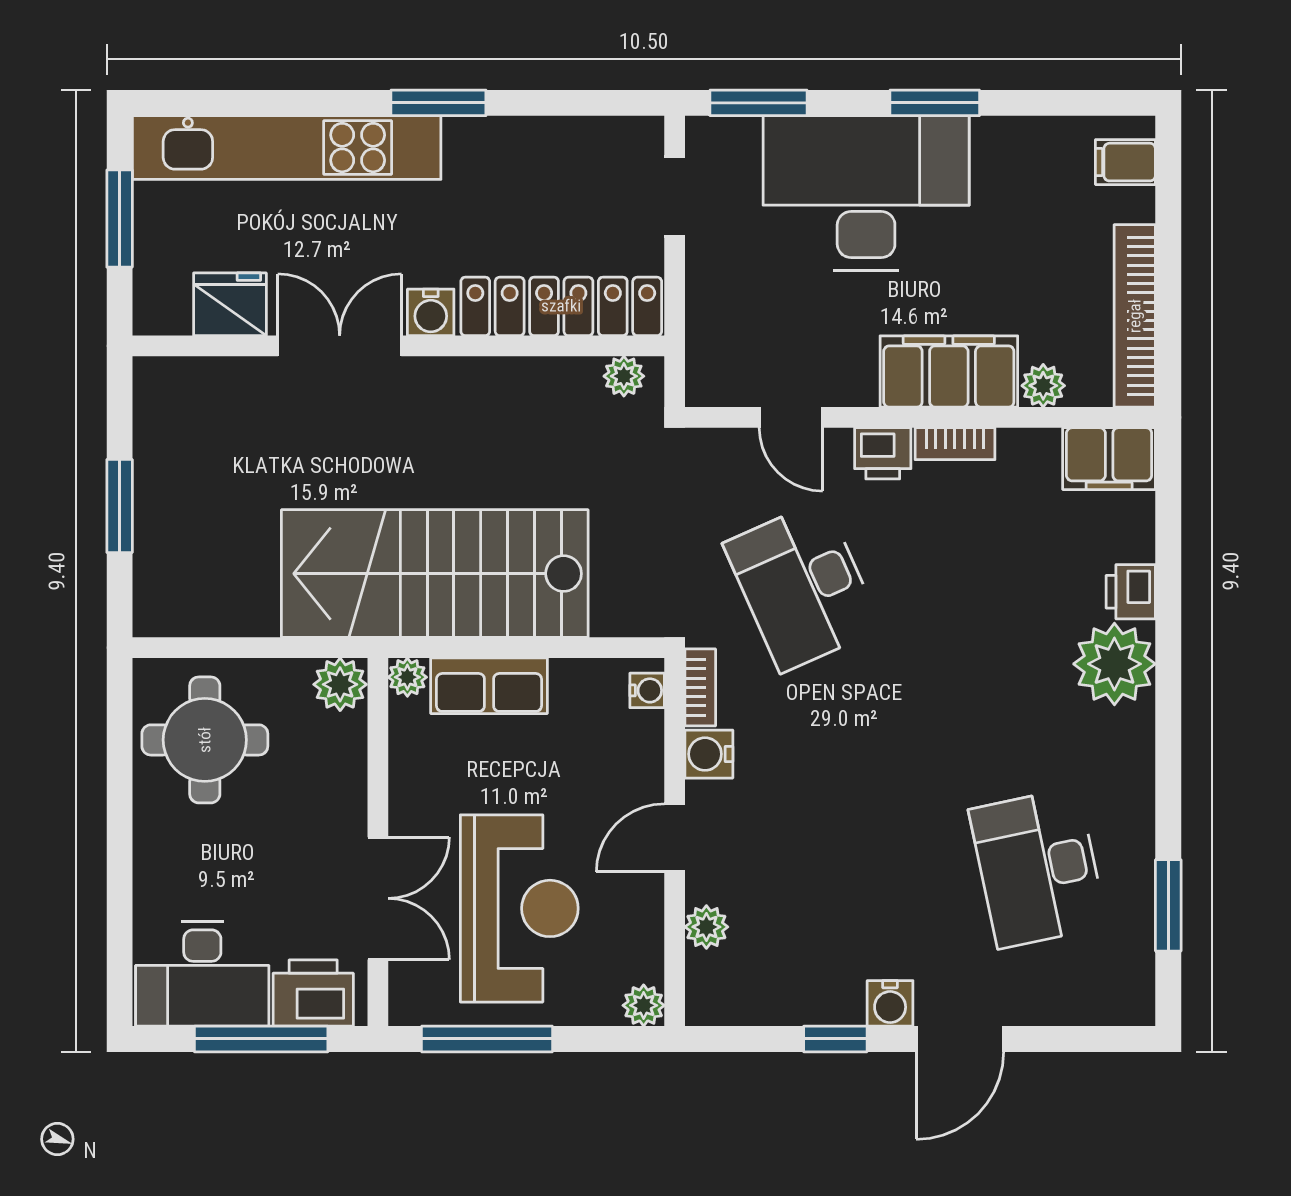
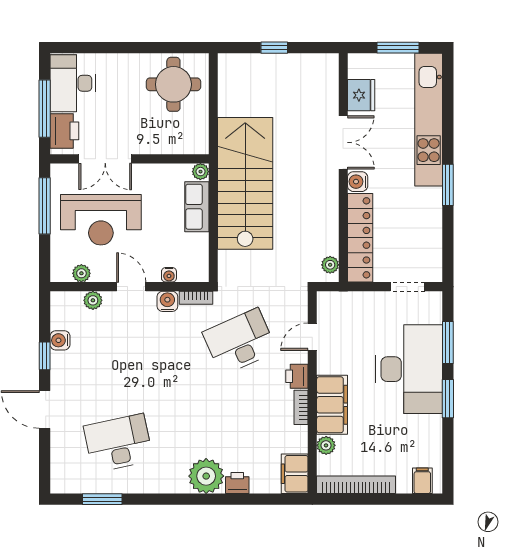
window: (759, 103) -> (448, 342), moved
window: (120, 506) -> (274, 48), width x0.67
plant: (340, 684) -> (197, 143), removed
water cooler: (647, 690) -> (169, 275), moved
water cooler: (890, 1003) -> (60, 340), moved
plant: (644, 1005) -> (81, 273), moved

